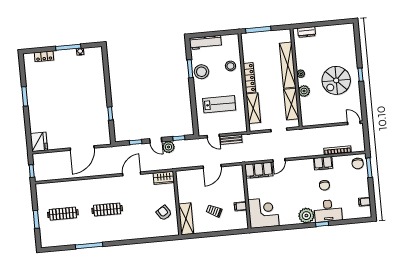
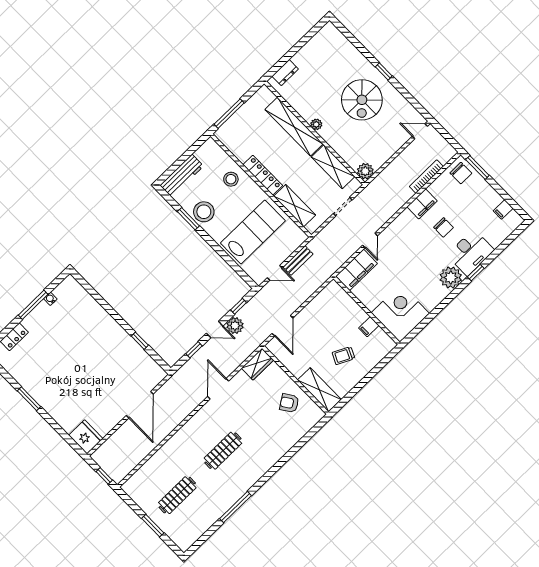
plant: (304, 91) -> (365, 171), moved
lab bench: (219, 104) -> (253, 232), width x1.36, depth x1.39
door: (212, 166) -> (283, 326), moved

